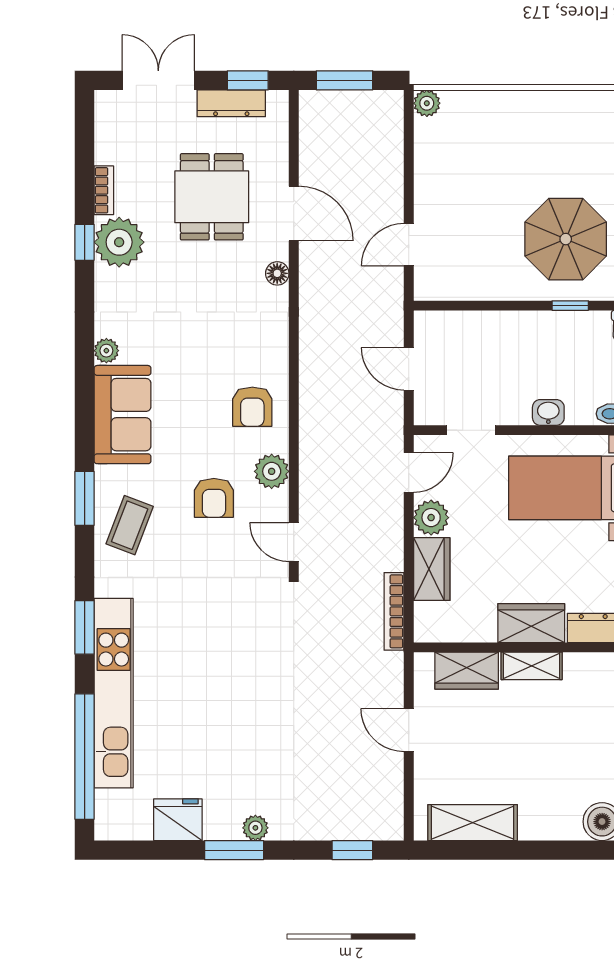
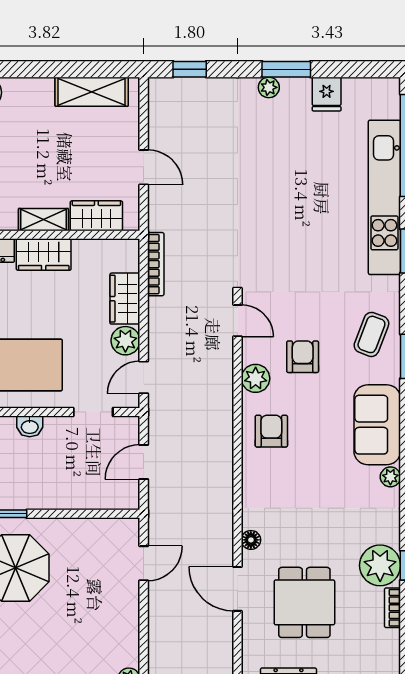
door: (409, 369) -> (144, 462), swing flipped
fridge: (178, 820) -> (327, 94), width x0.72

